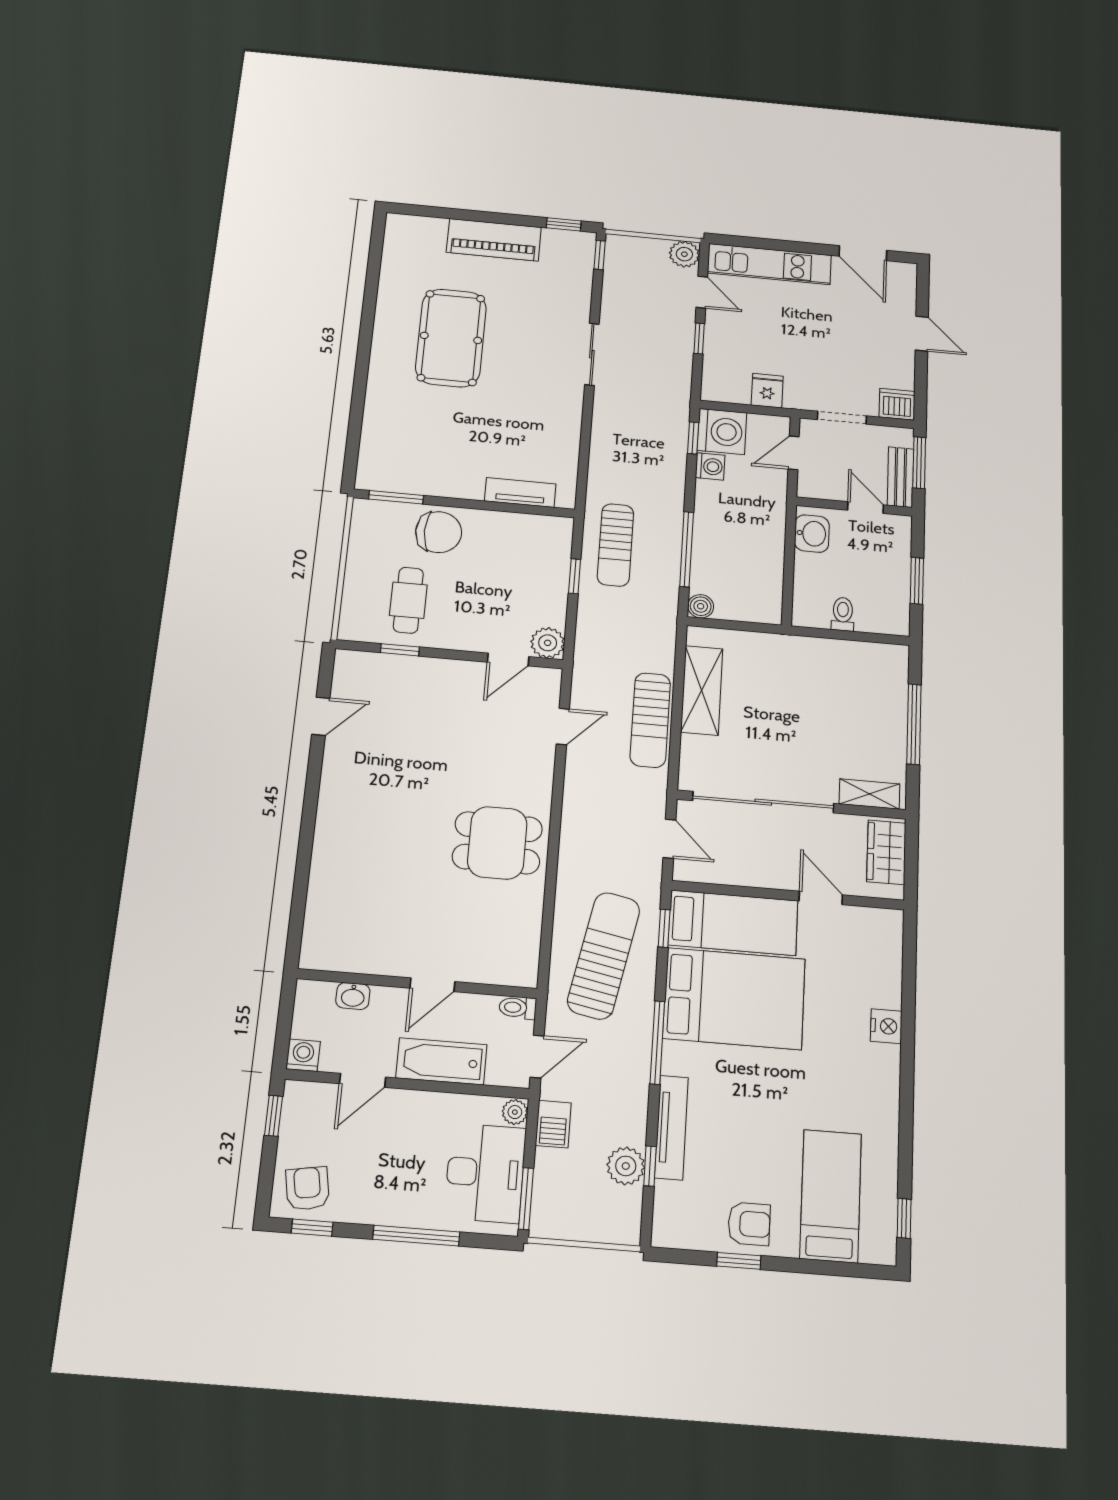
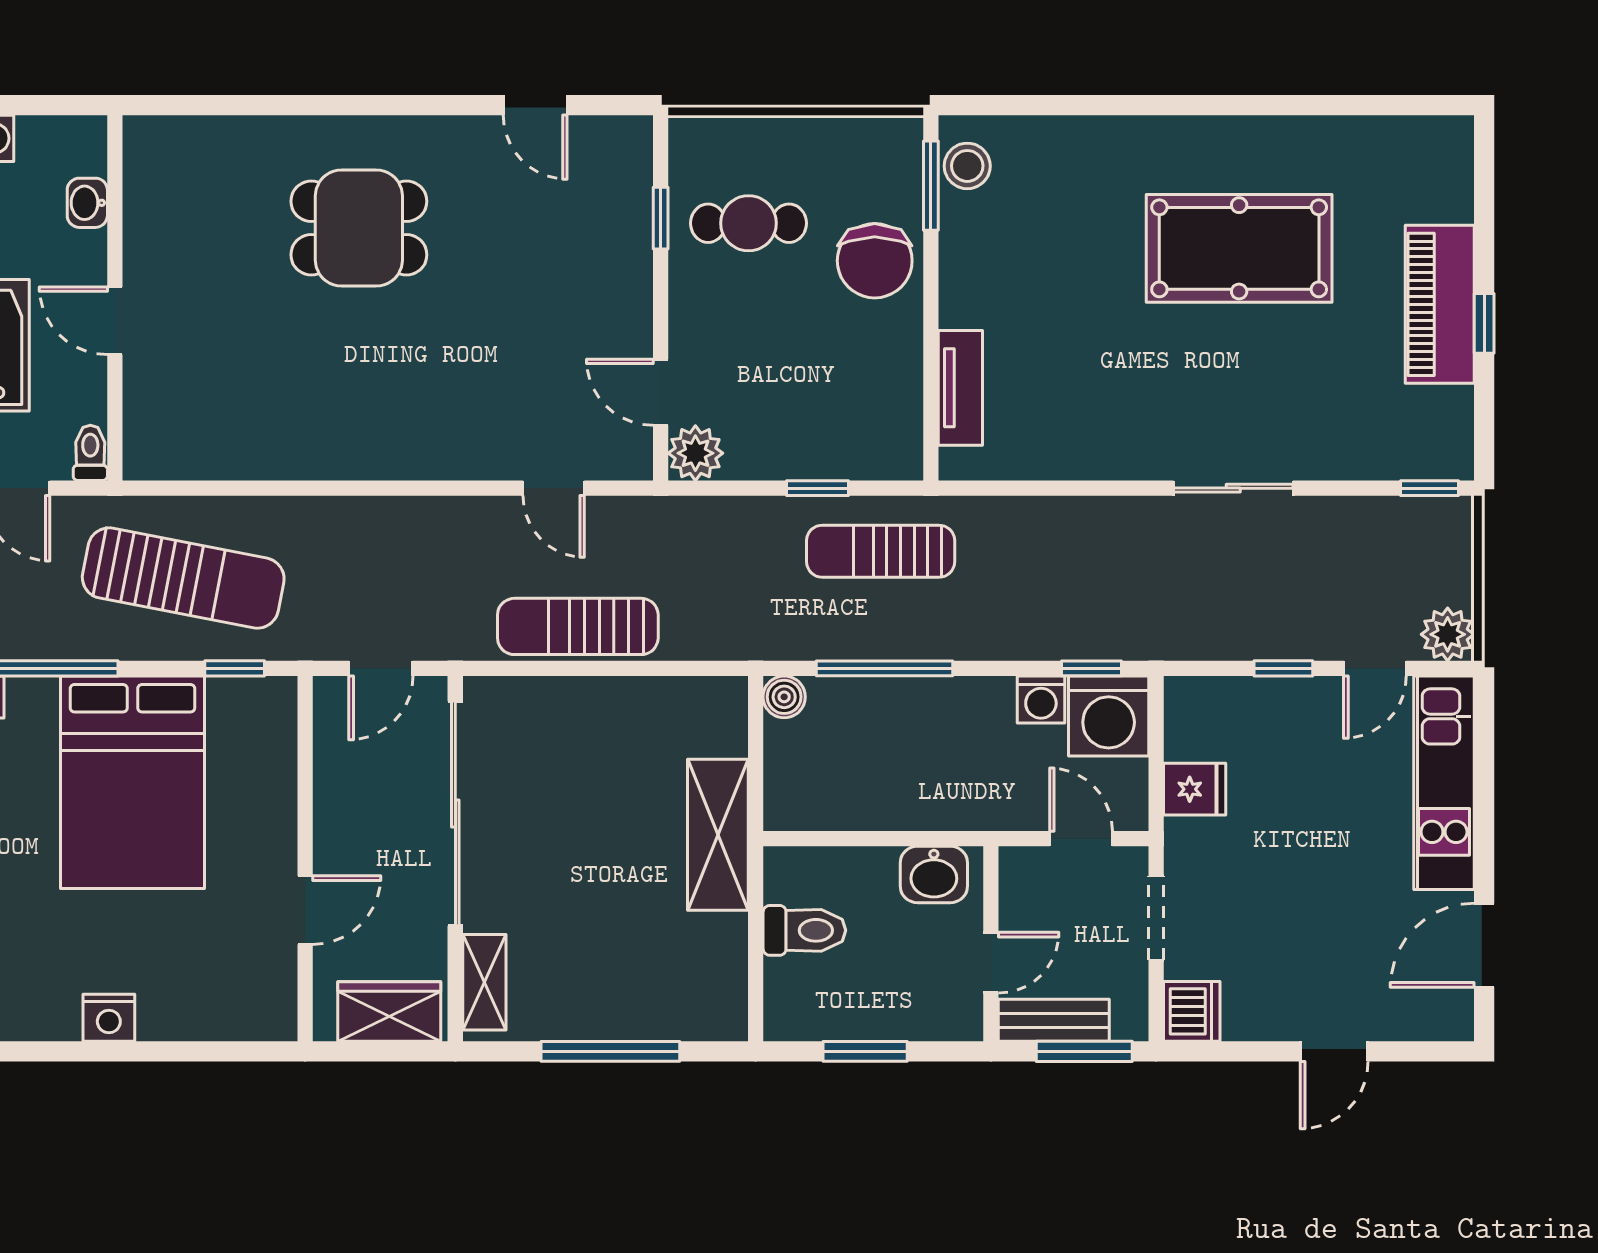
window: (564, 224) -> (1484, 323), moved
stool: (386, 476) -> (967, 166), added
toilet: (843, 614) -> (804, 930), width x1.37, depth x1.39
shelving: (702, 690) -> (718, 835), moved, turned 90
dining table: (497, 843) -> (359, 228), moved, turned 90
bed: (733, 923) -> (253, 775), removed

